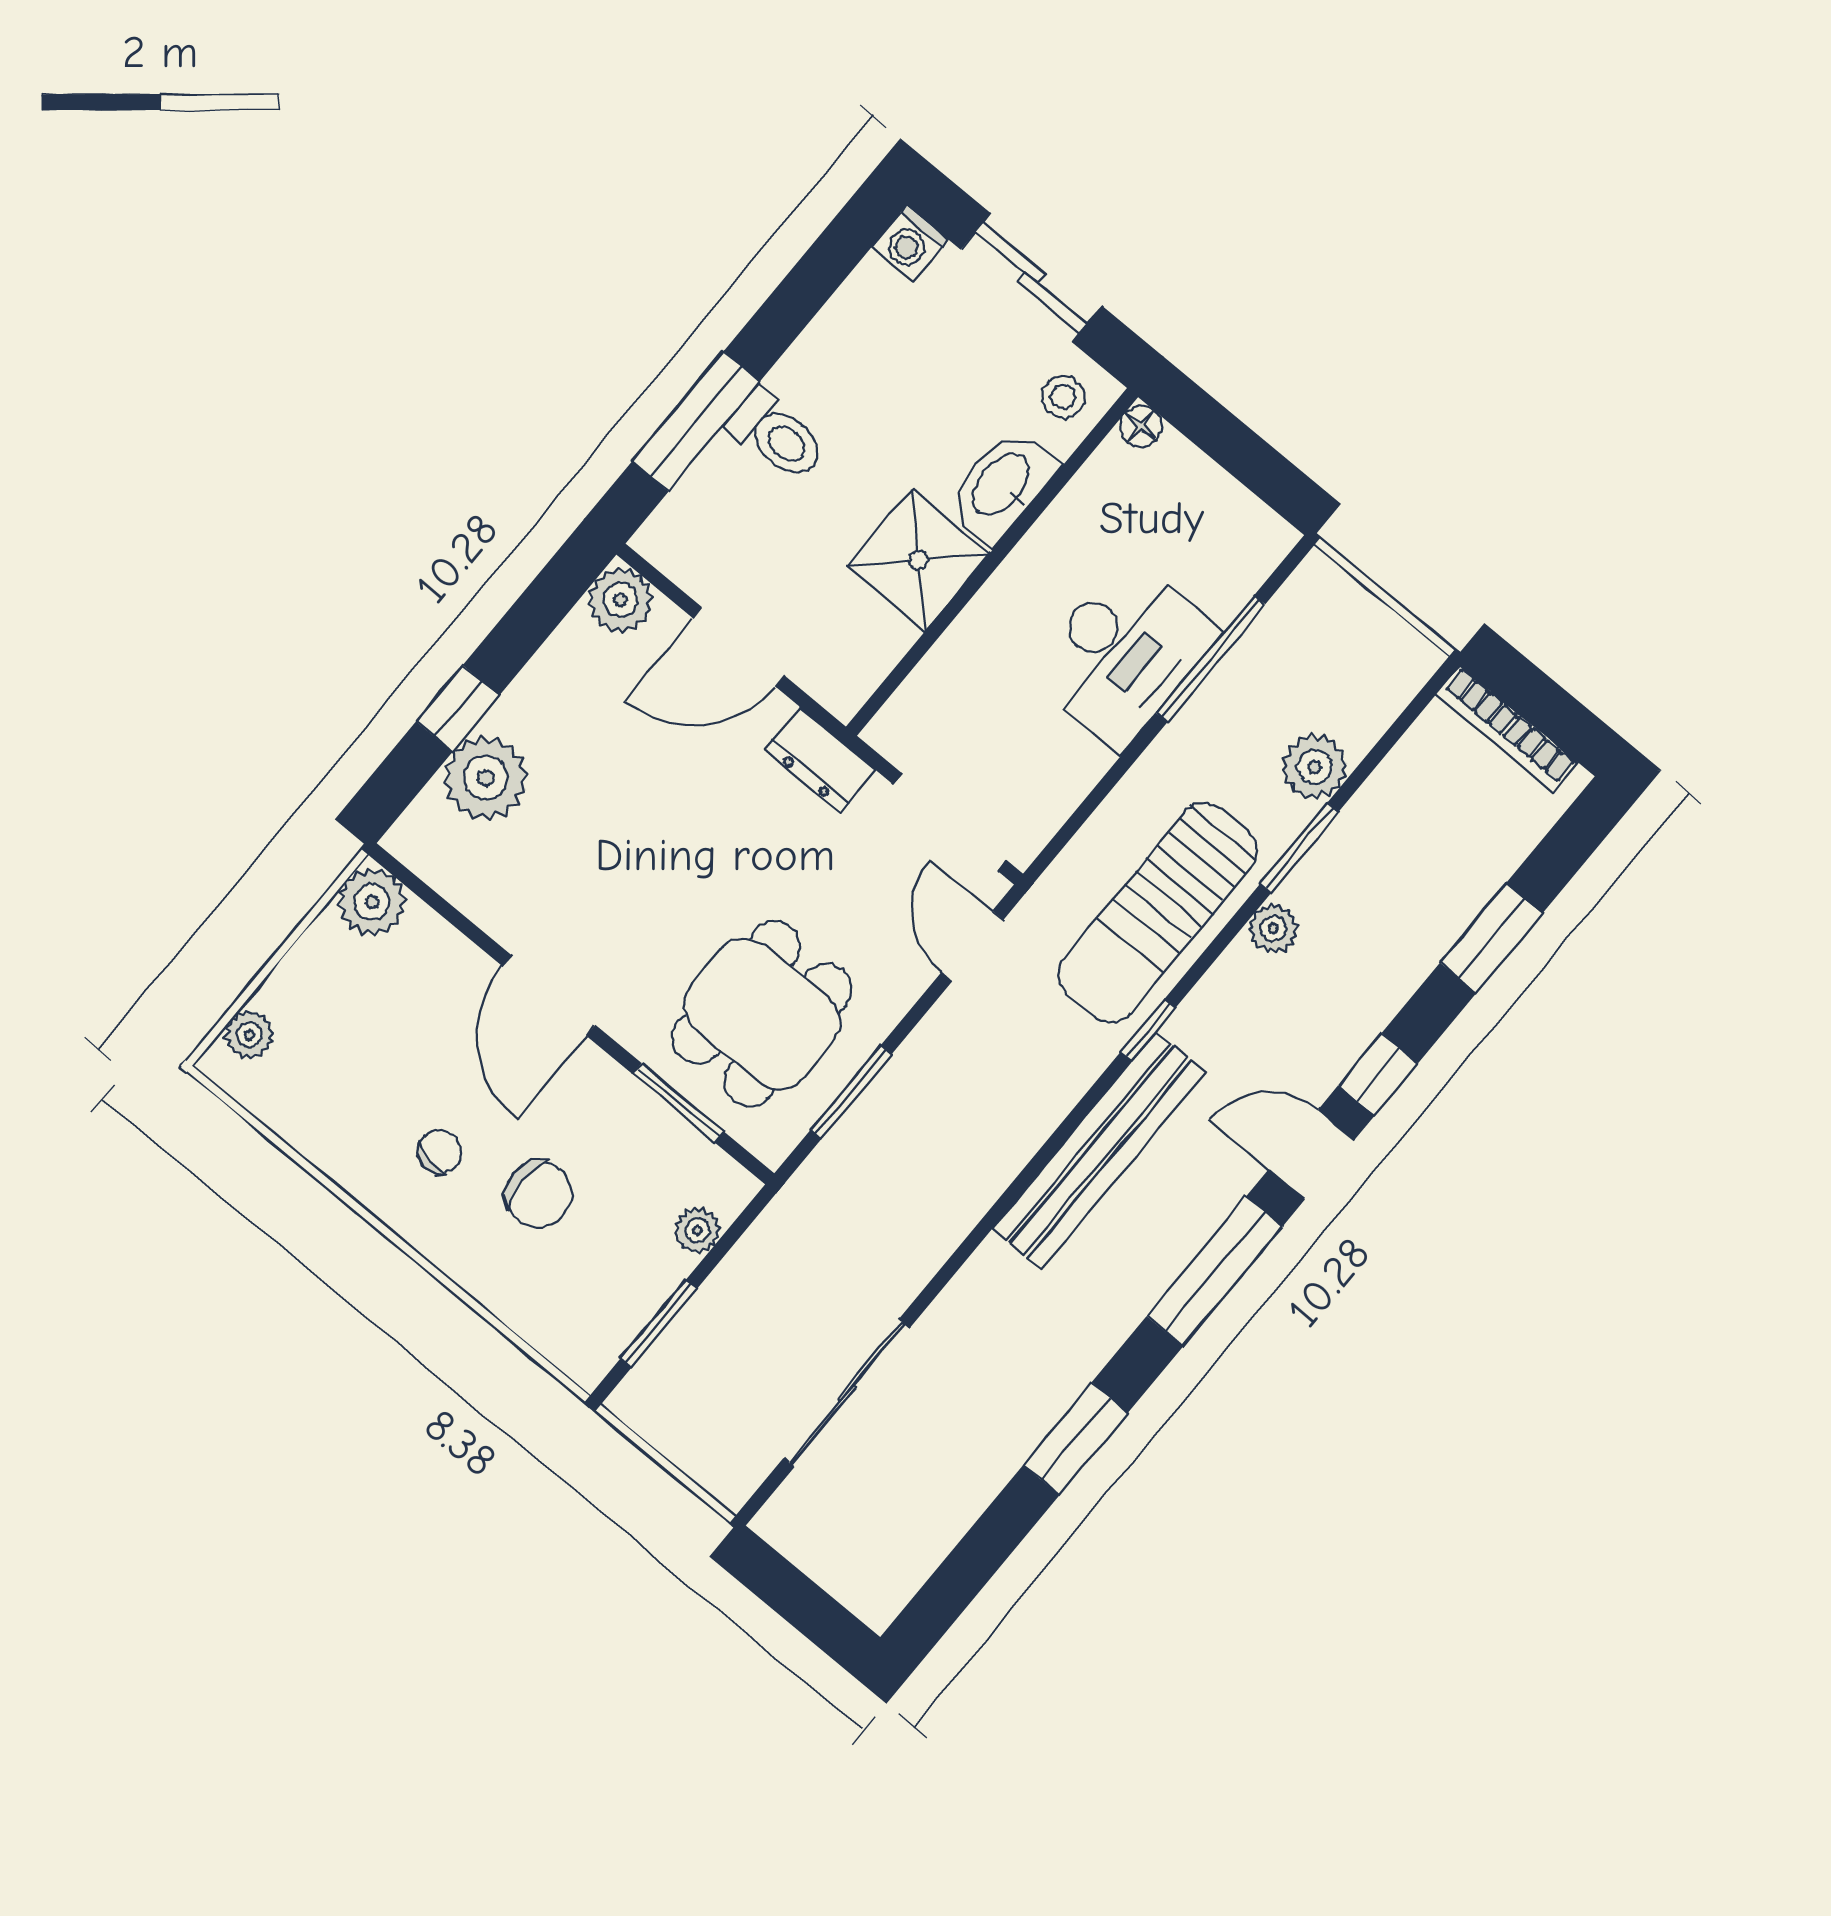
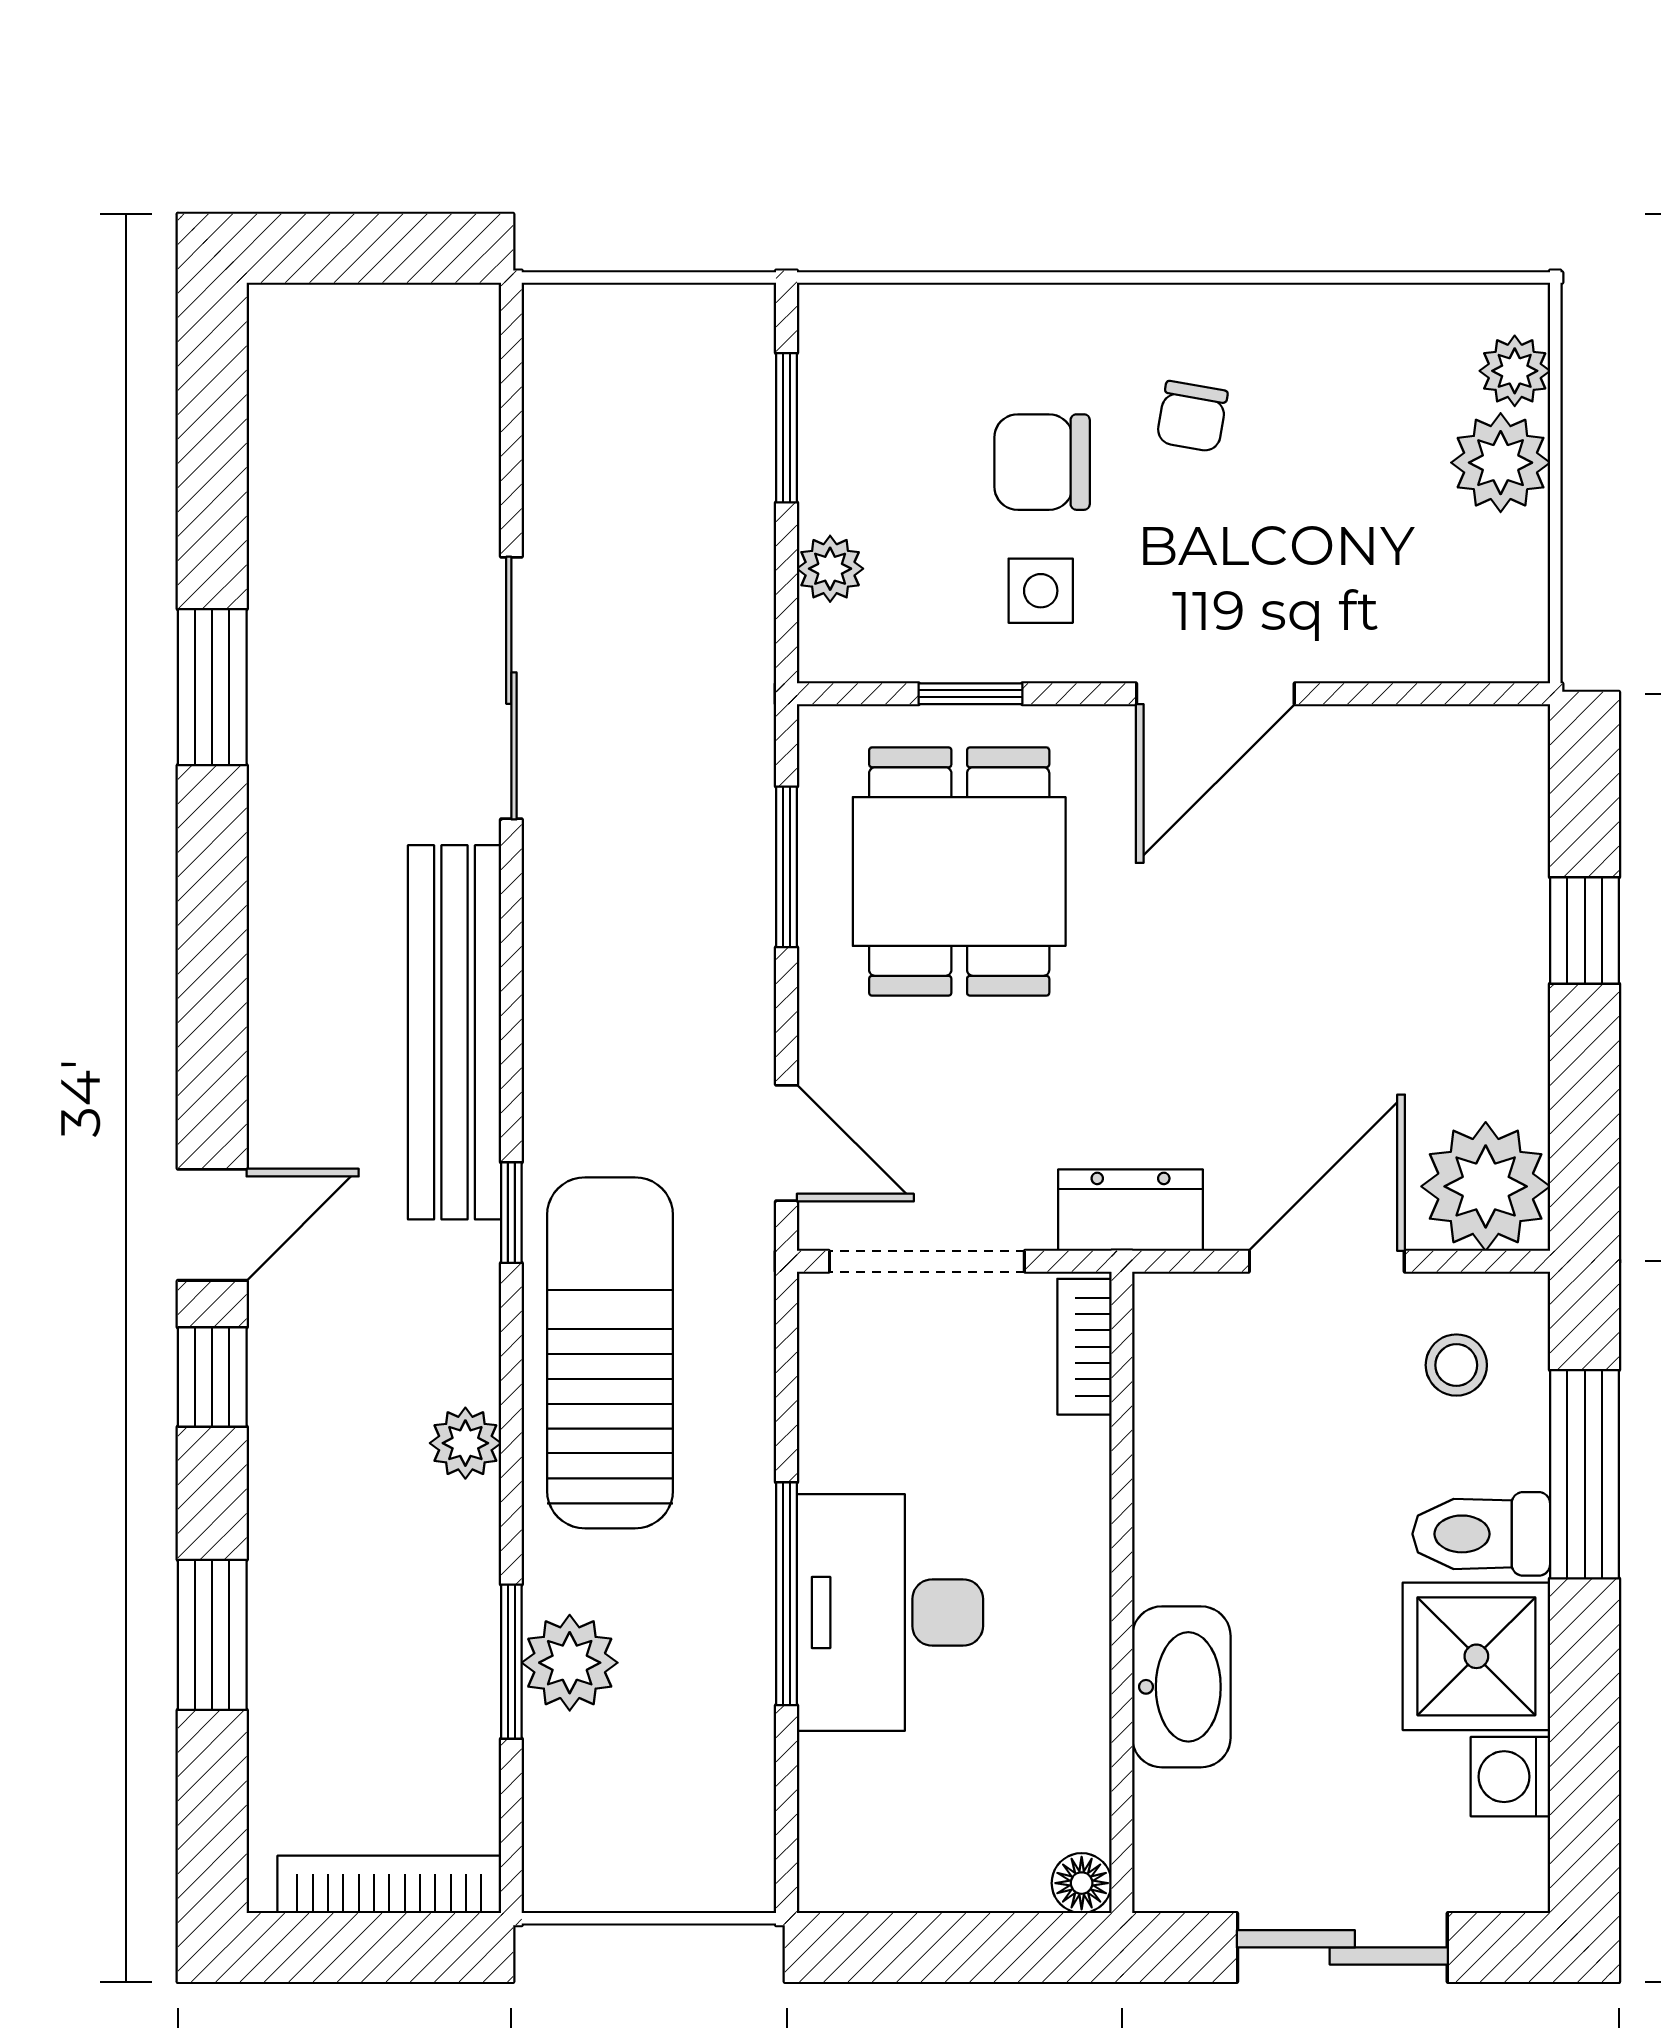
washing machine: (910, 243) -> (1510, 1777), moved, turned -90
stool: (1063, 397) -> (1456, 1365), moved
shower: (919, 560) -> (1476, 1656), moved
plant: (621, 600) -> (1486, 1186), width x1.36, depth x1.36
window: (1211, 659) -> (787, 1594), moved
bookcase: (904, 708) -> (1084, 1347), added
plant: (486, 778) -> (1488, 879), removed
window: (1299, 848) -> (511, 1662), moved
plant: (372, 902) -> (1501, 463), moved
door: (549, 995) -> (1215, 694), swing flipped
window: (678, 1103) -> (970, 694), width x0.67
side table: (596, 1126) -> (1041, 591), added
window: (1215, 1271) -> (212, 1004), removed
sliding door: (846, 1393) -> (511, 688), moved

